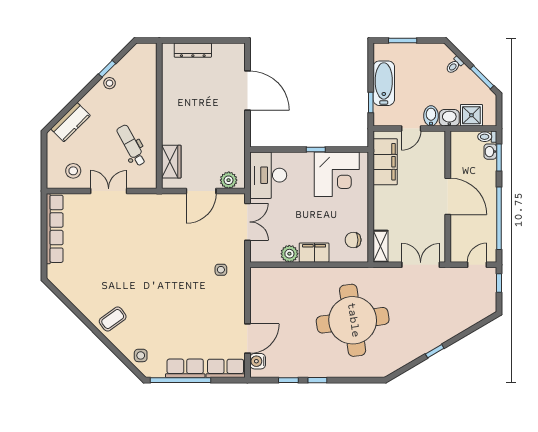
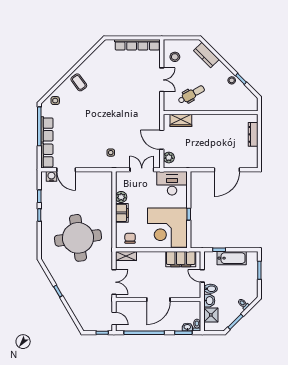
corner desk: (337, 174) -> (167, 228), width x1.36, depth x1.36
double door: (247, 222) -> (142, 170), swing flipped

